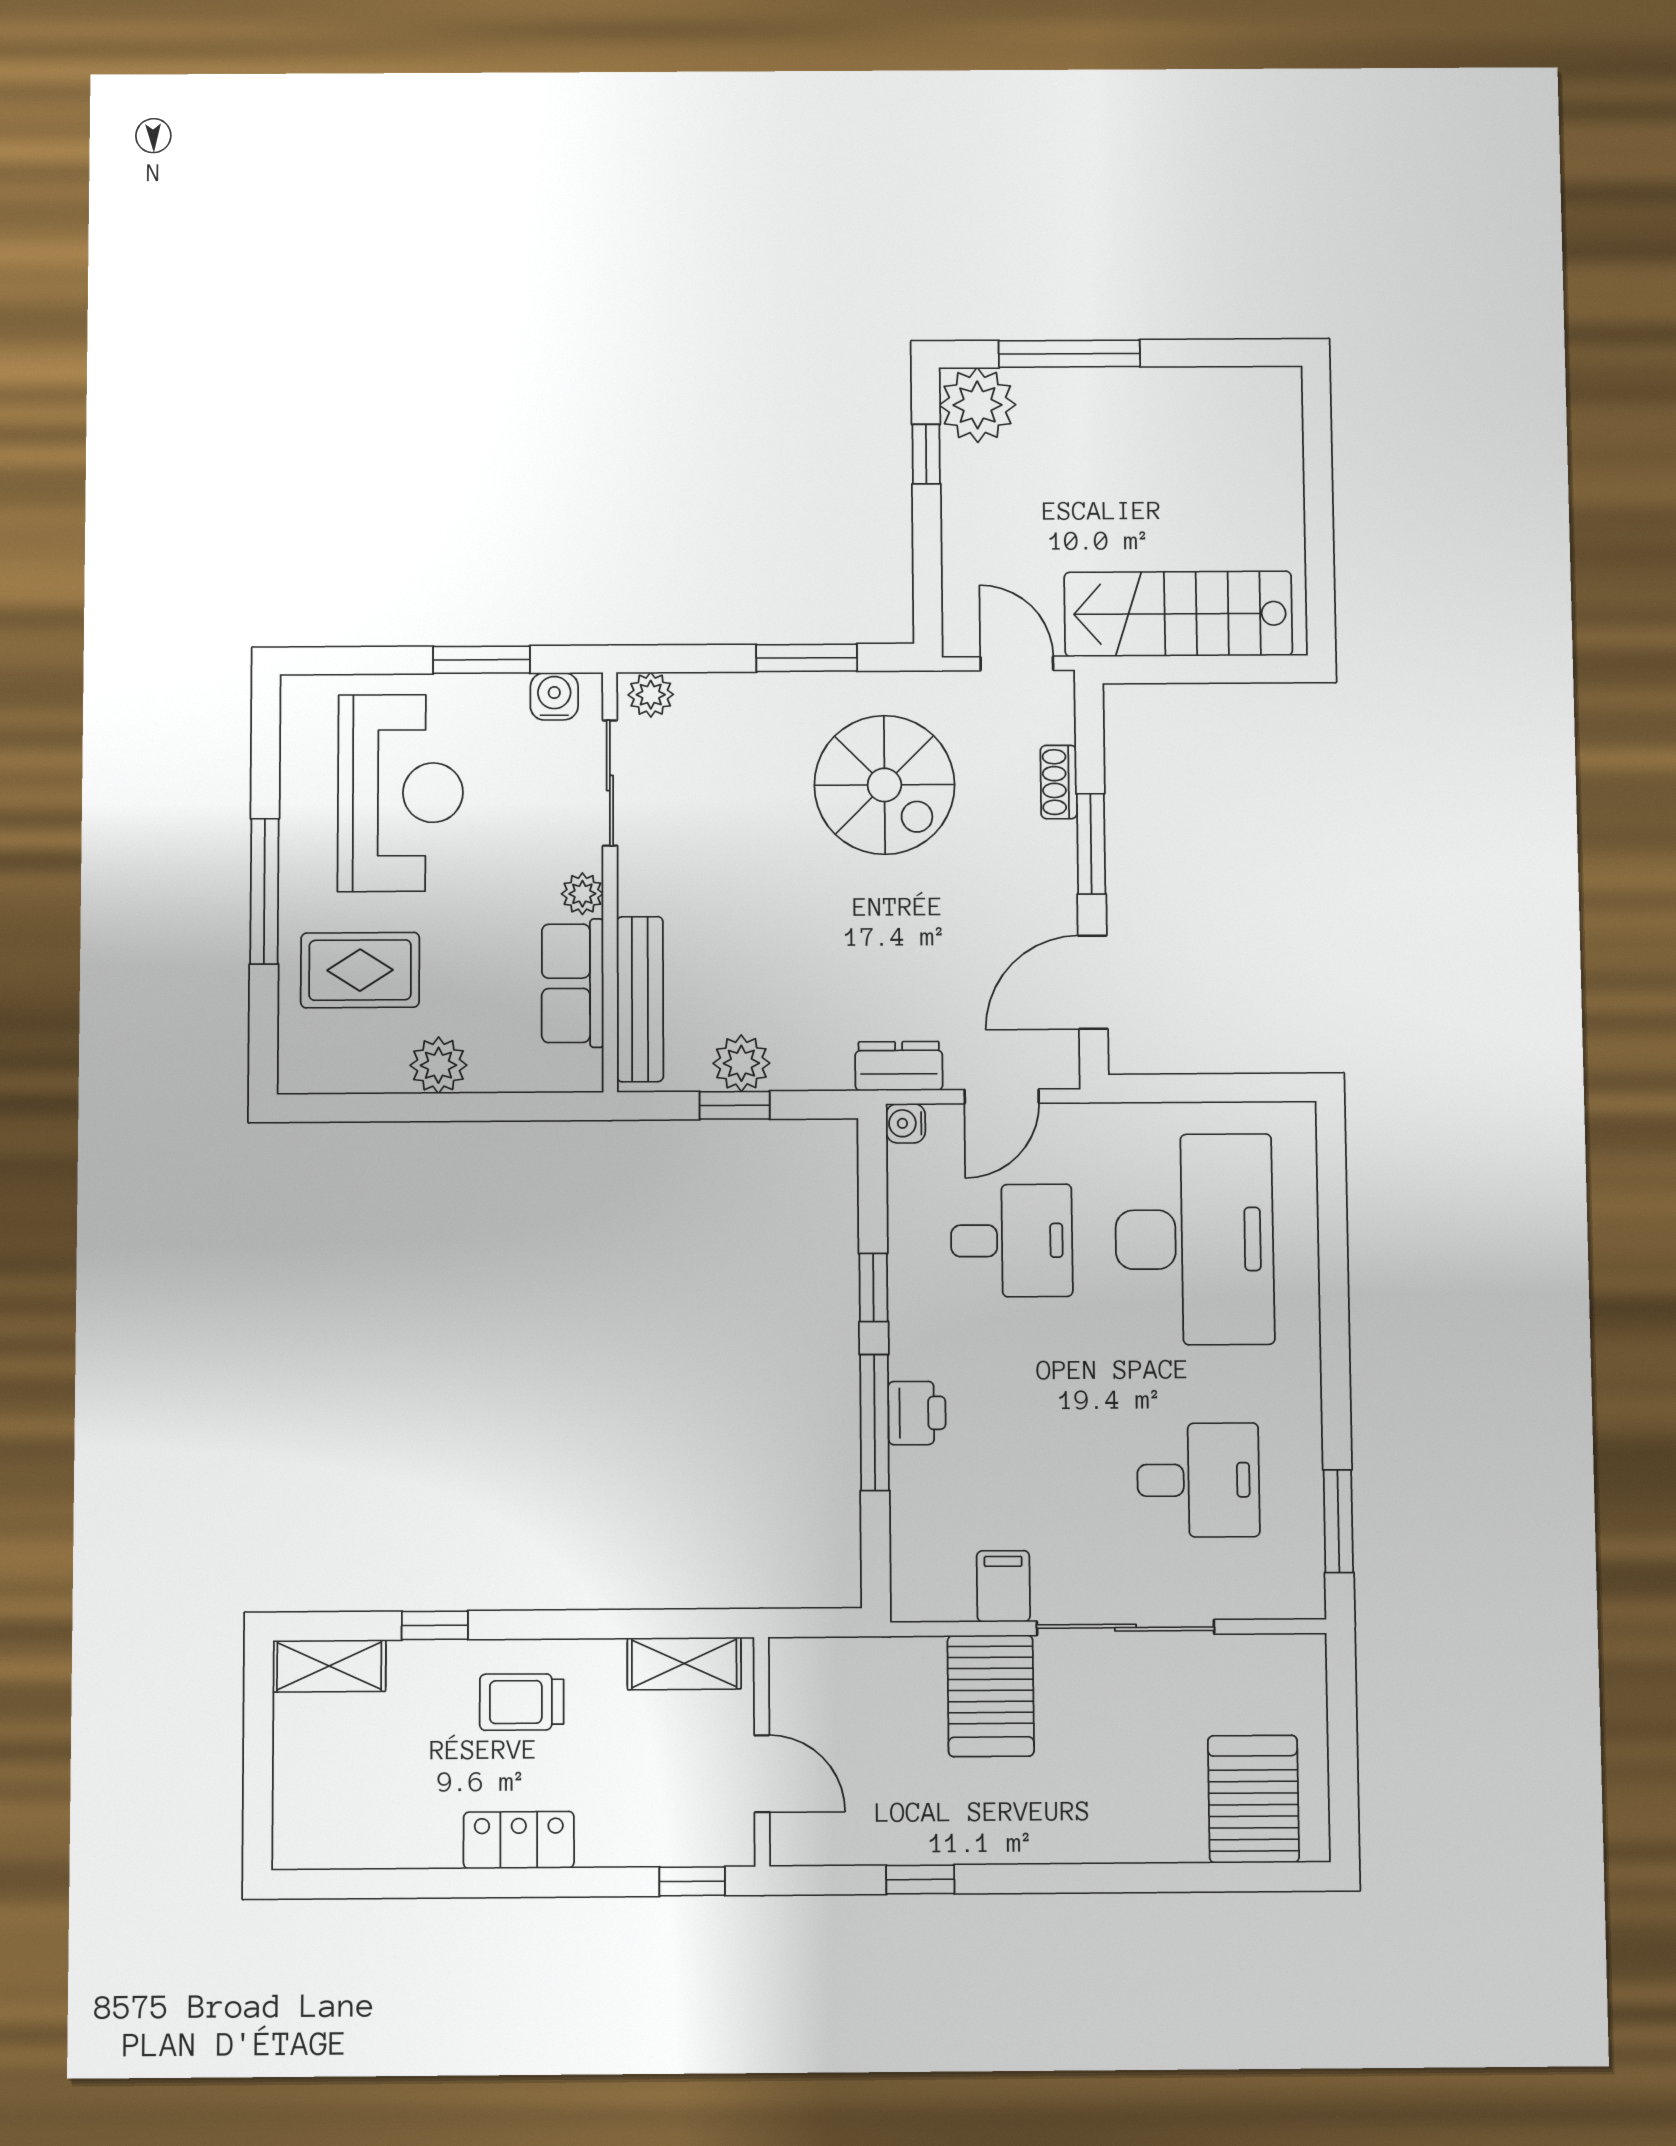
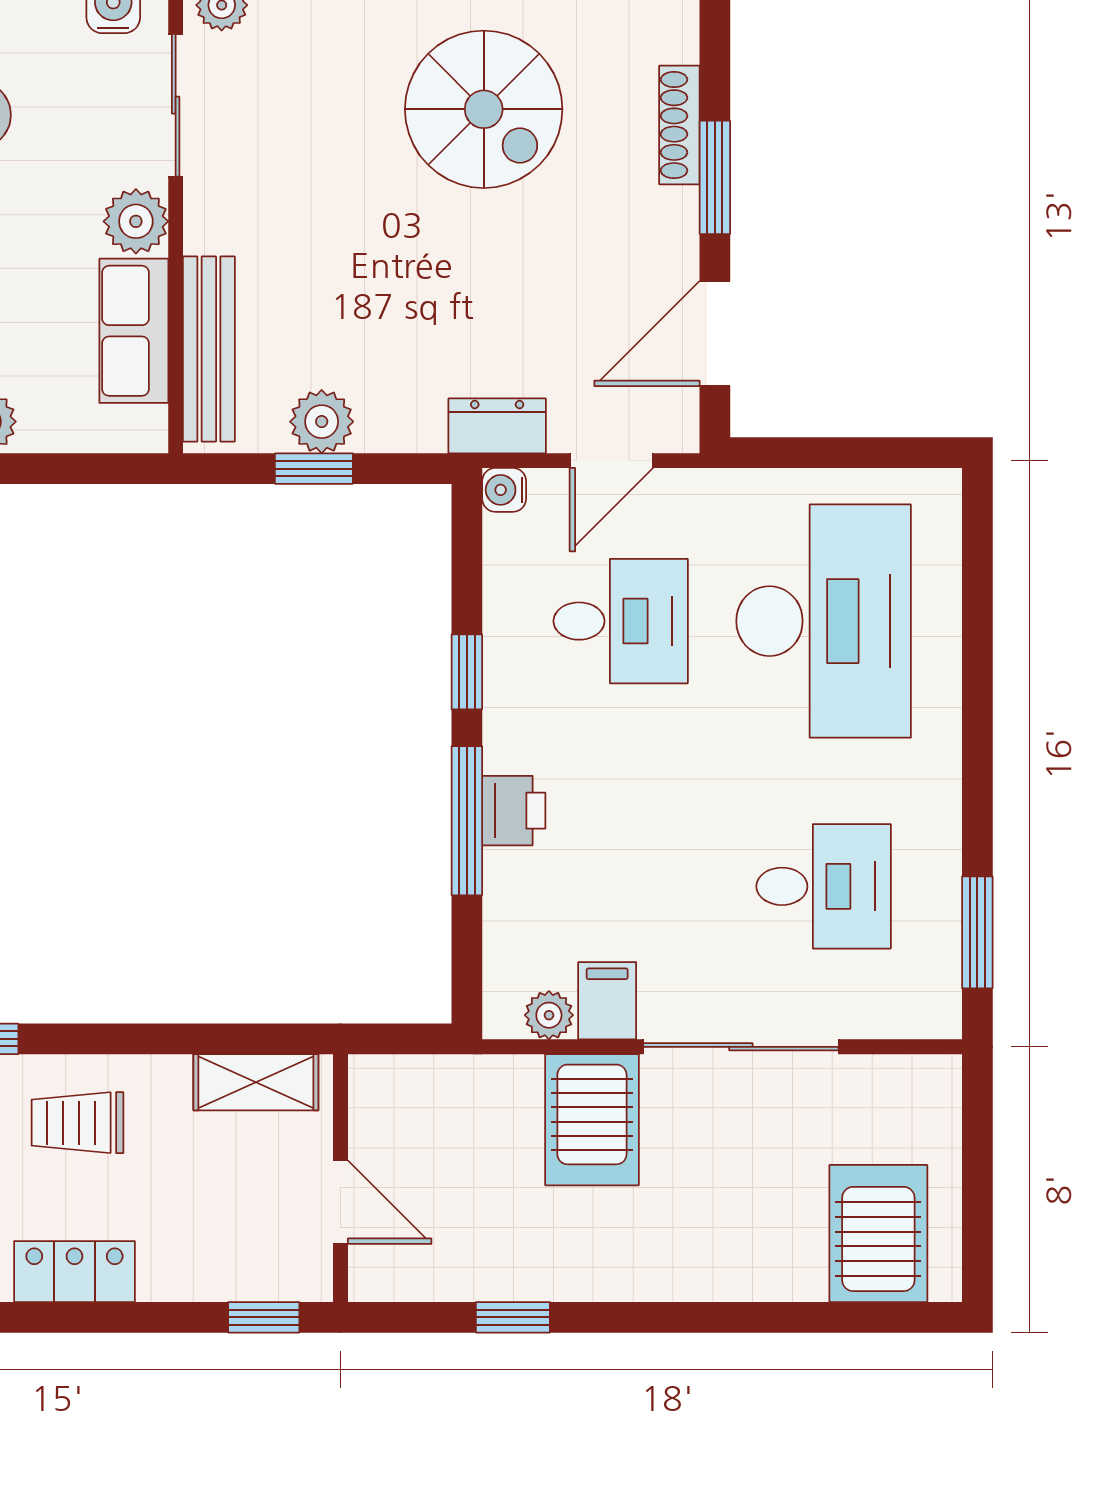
shoe rack: (1059, 782) -> (679, 125), width x1.43
plant: (582, 894) -> (136, 221), width x1.38, depth x1.38
plant: (951, 1600) -> (549, 1015), added

